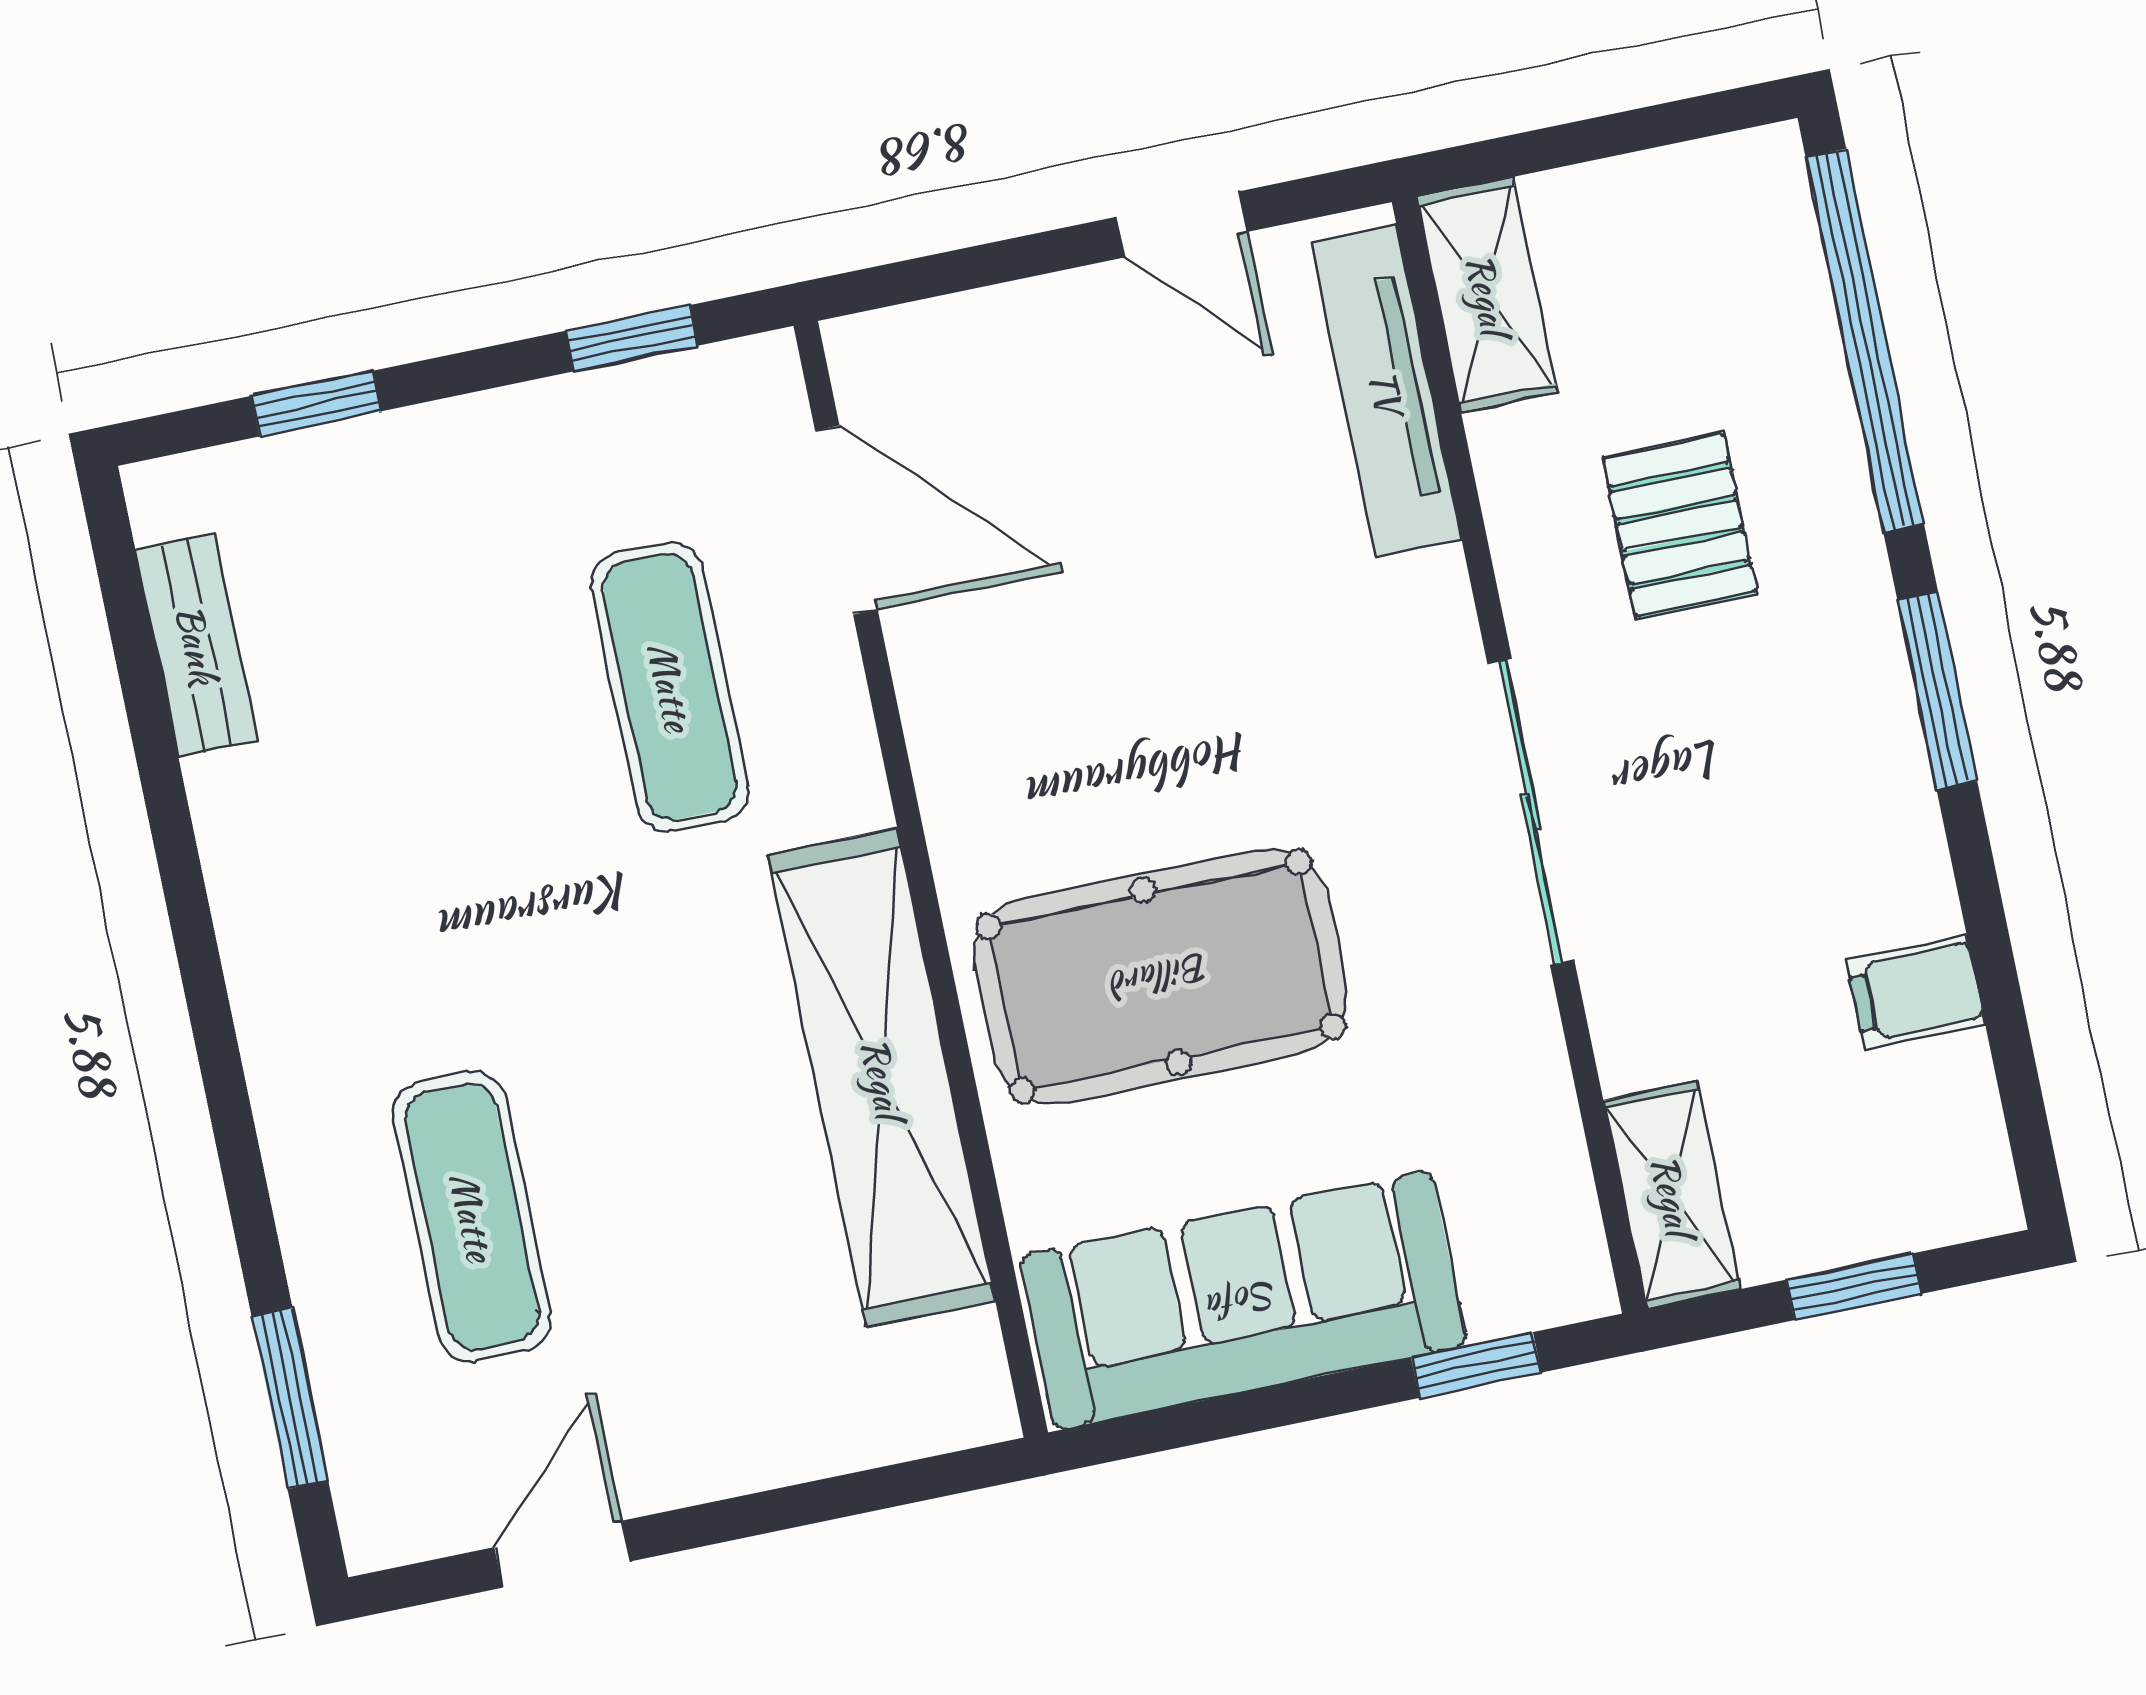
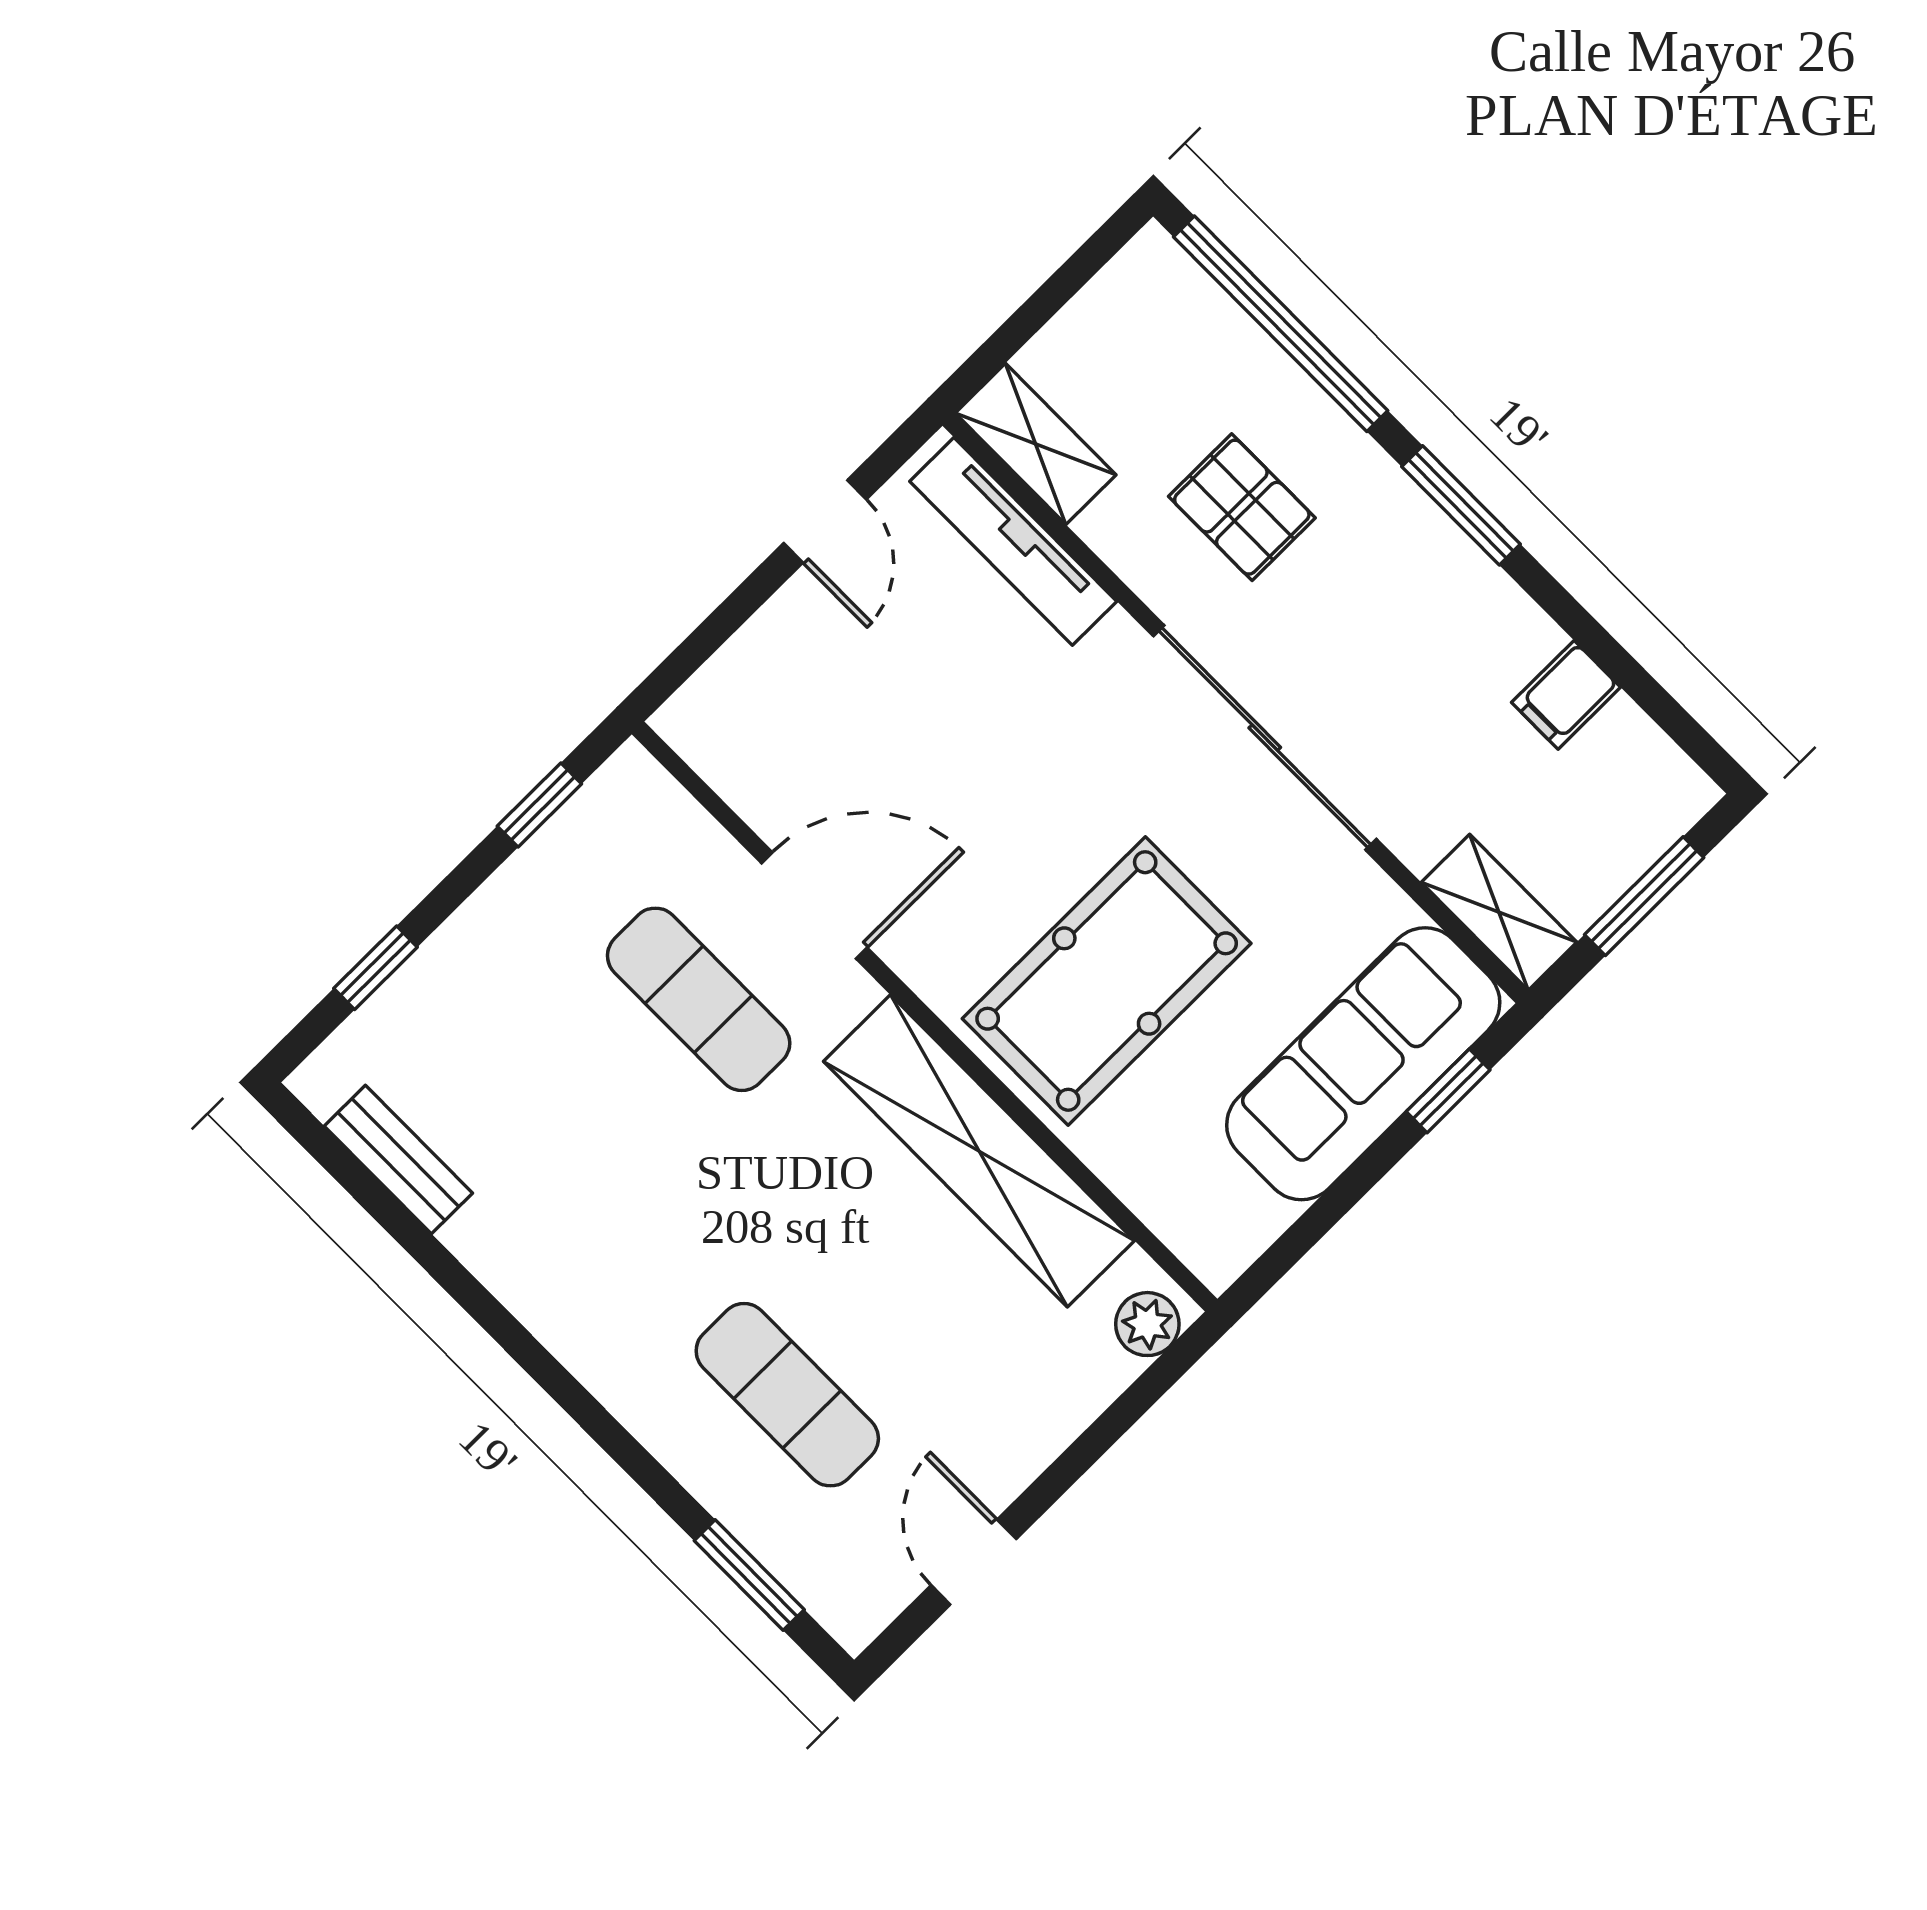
door: (1182, 224) -> (825, 521), hinge flipped
door: (846, 520) -> (814, 905), moved
sliding door: (1531, 812) -> (1265, 738), width x1.36
window: (1854, 1287) -> (1644, 896), width x1.50
sofa: (1243, 1301) -> (1363, 1064), moved
plant: (947, 1408) -> (1147, 1324), added

